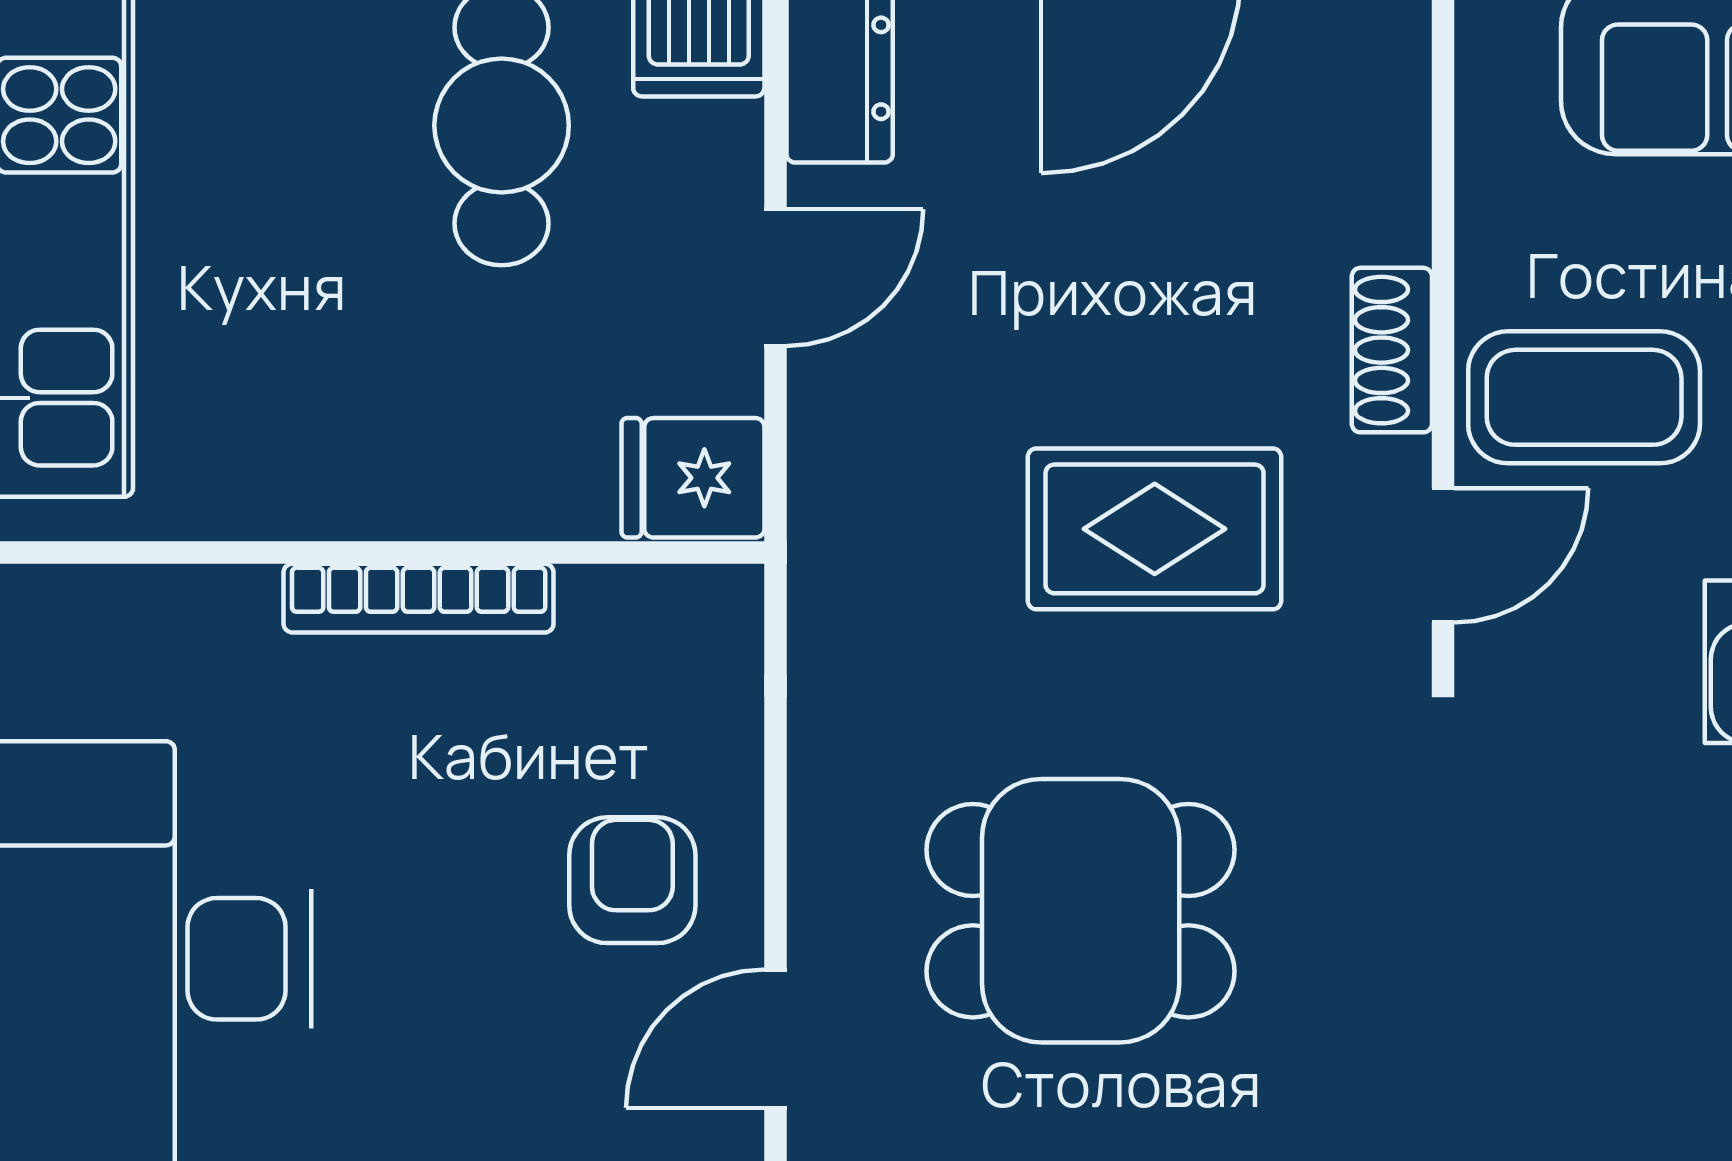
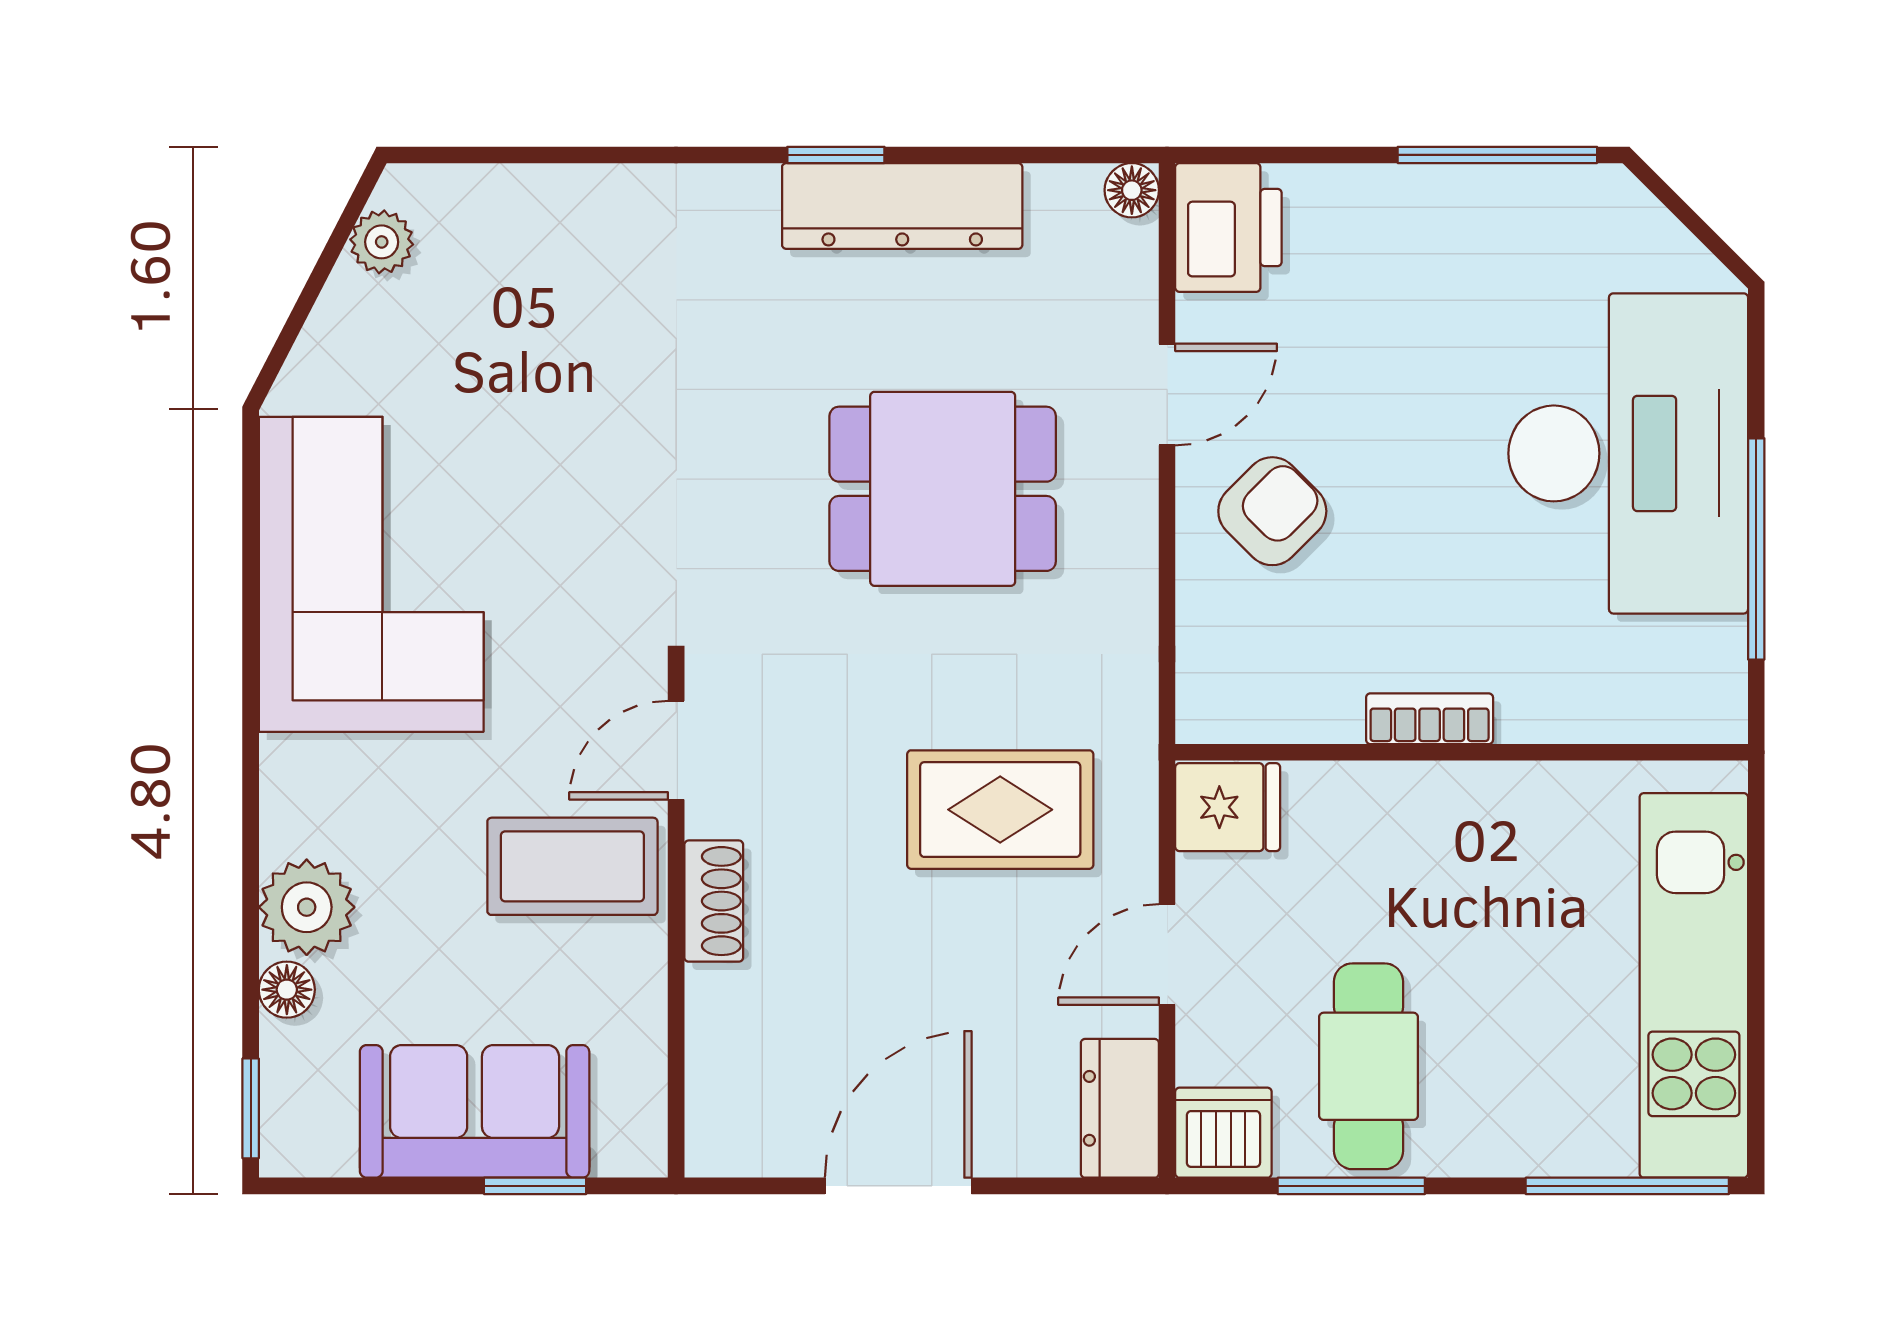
rug: (1155, 529) -> (1000, 810), moved
bookcase: (419, 598) -> (1430, 719), width x0.64
armchair: (632, 880) -> (1272, 511), turned -135

